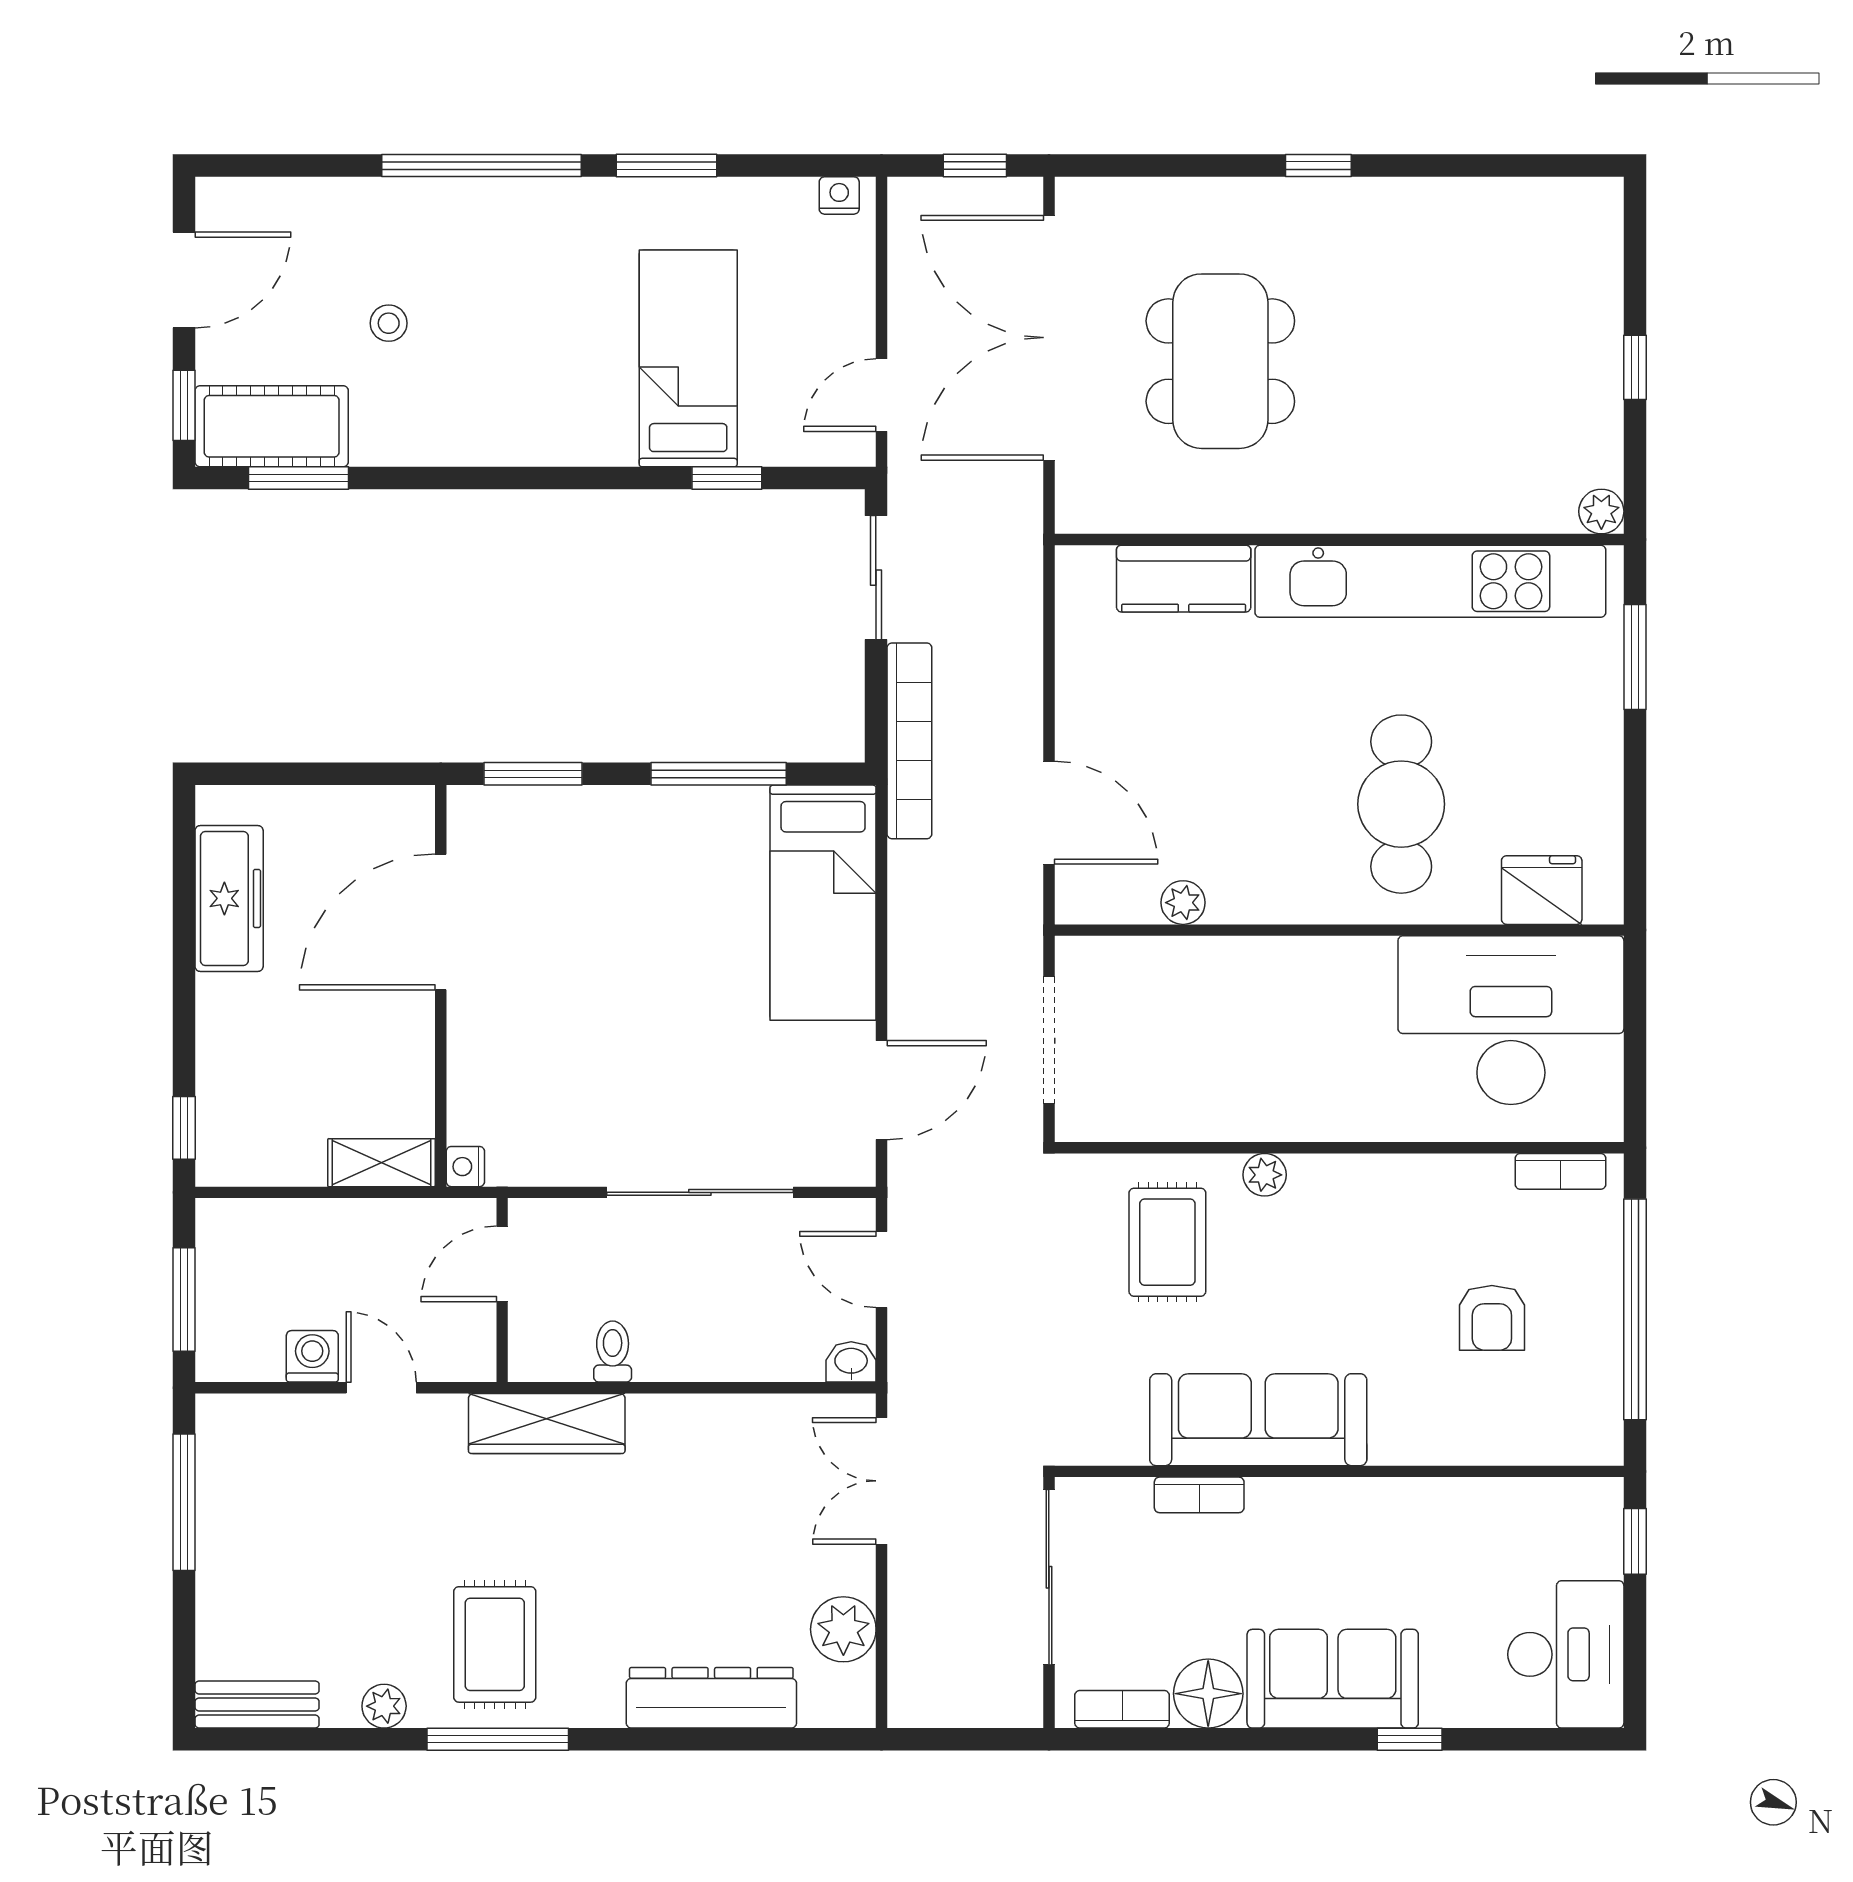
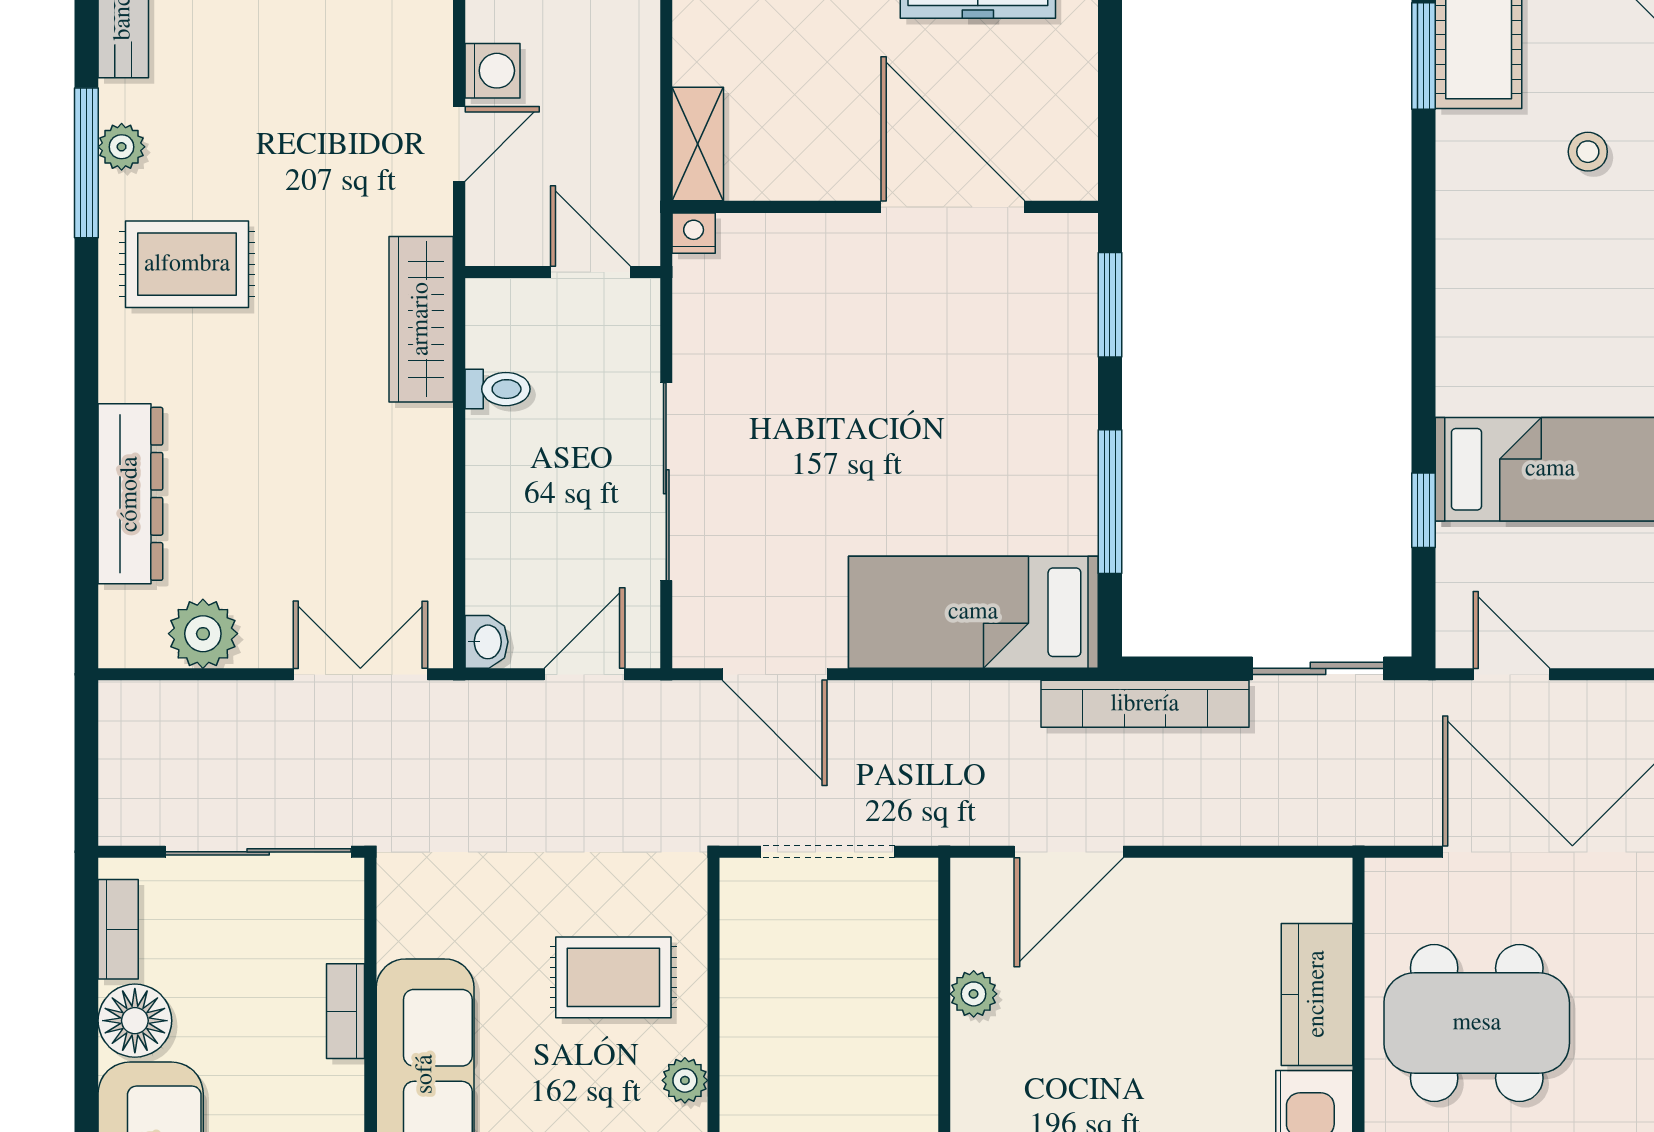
dining table: (1220, 361) -> (1477, 1023), moved
window: (498, 1739) -> (86, 163), moved

